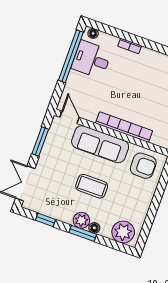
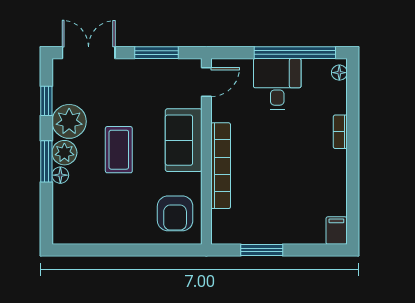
desk: (91, 60) -> (277, 84), moved
sofa: (100, 144) -> (184, 140), width x0.73
plant: (123, 232) -> (69, 121), moved

